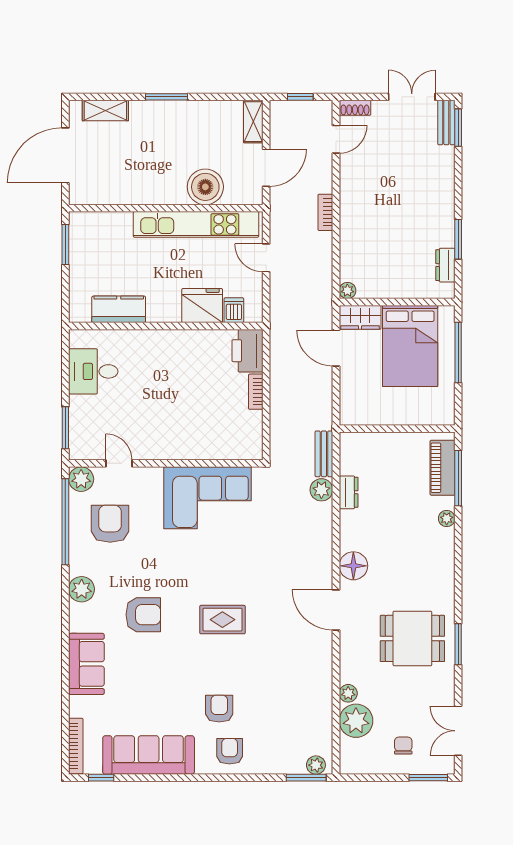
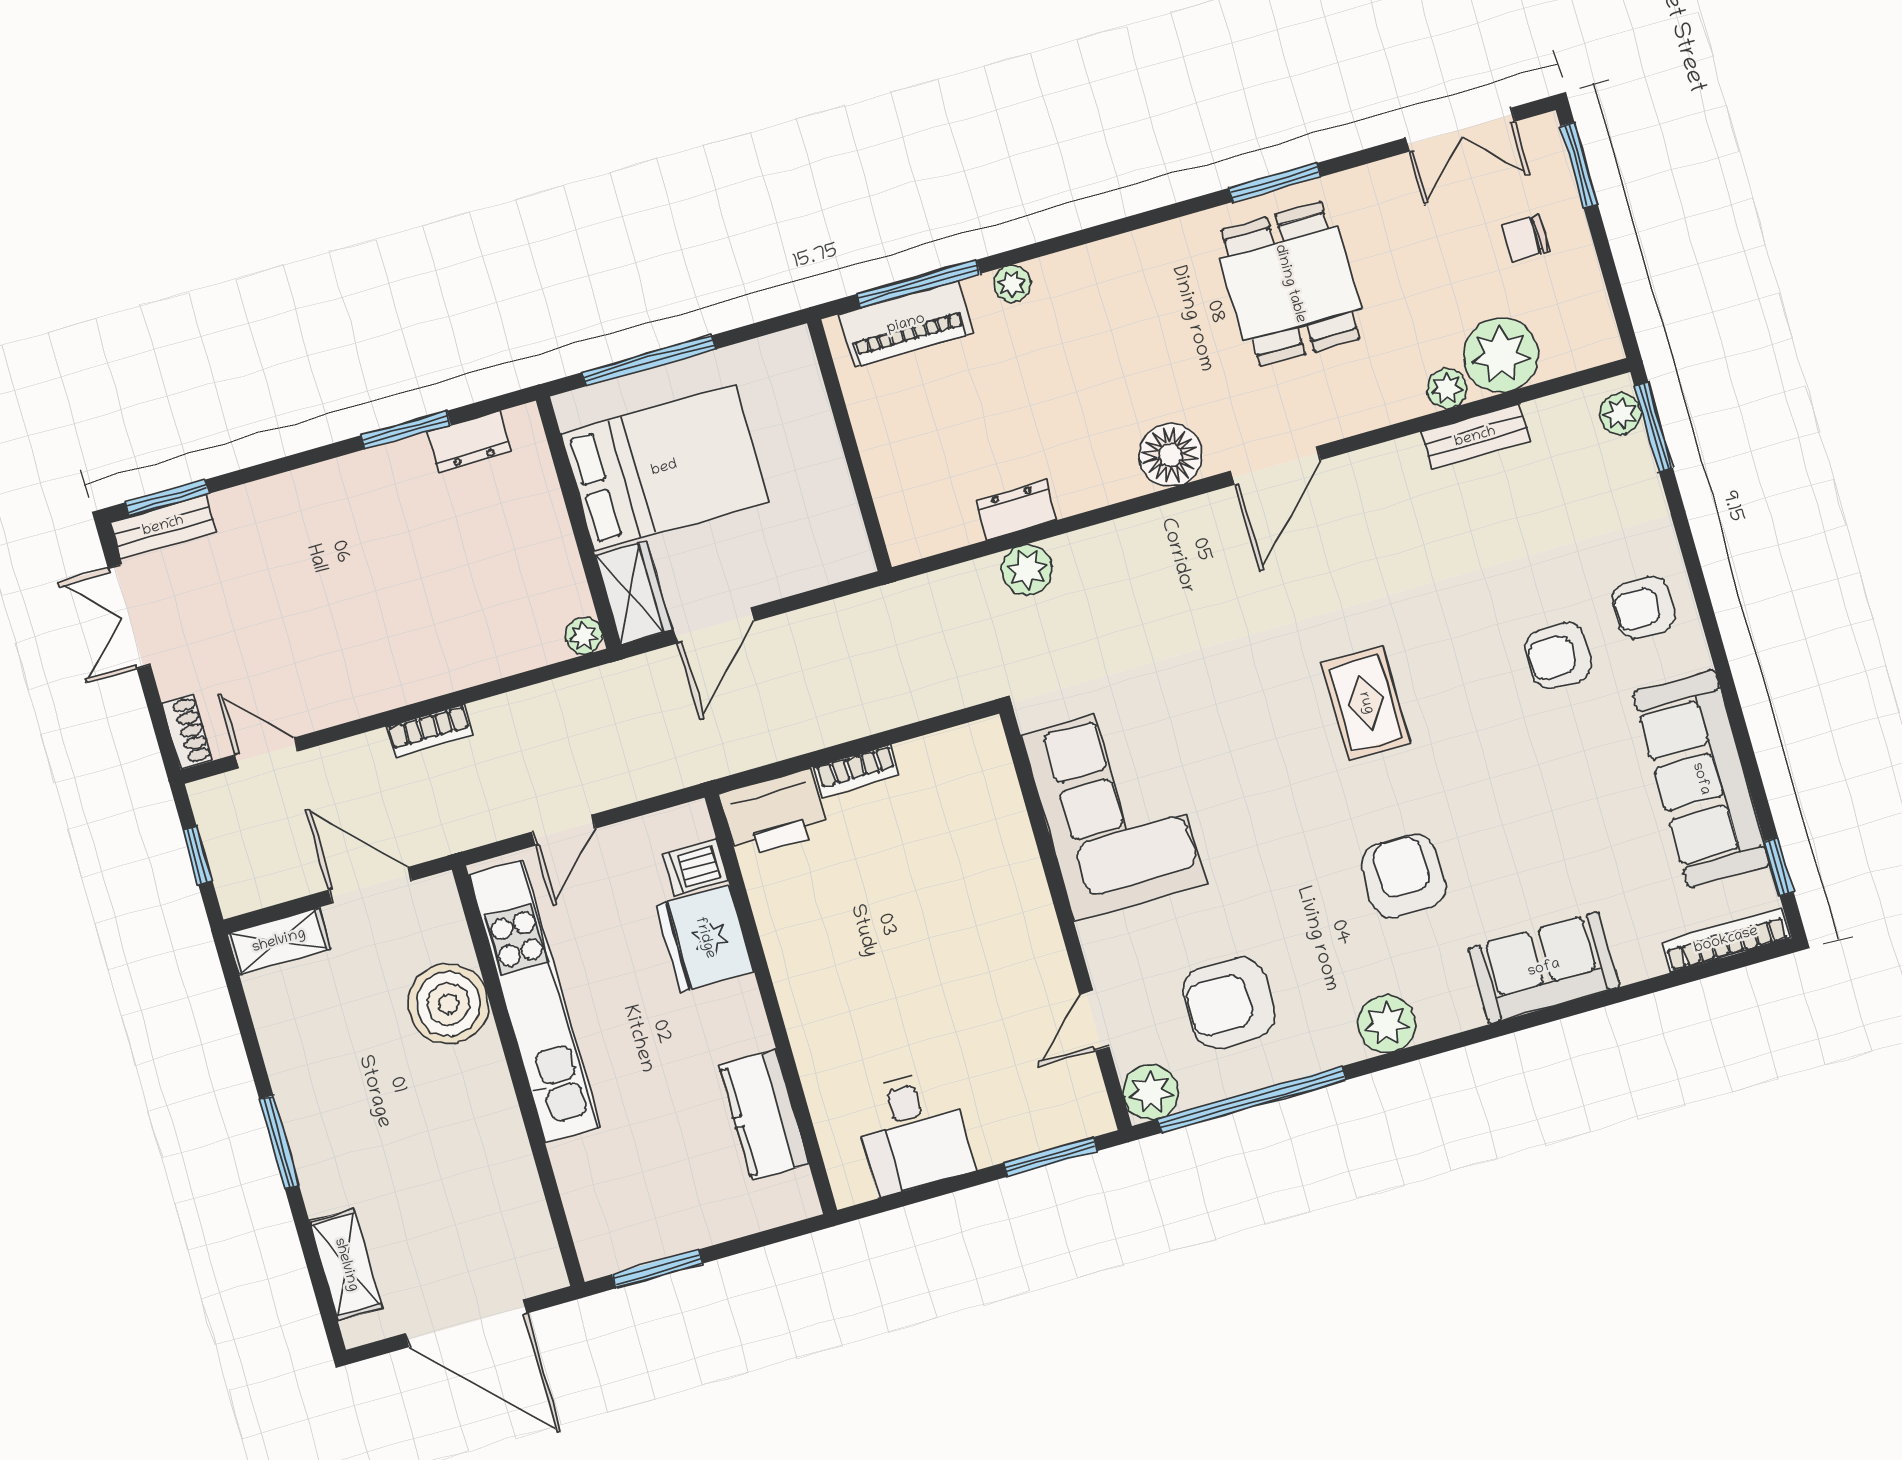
bench: (324, 454) -> (1475, 437), moved

